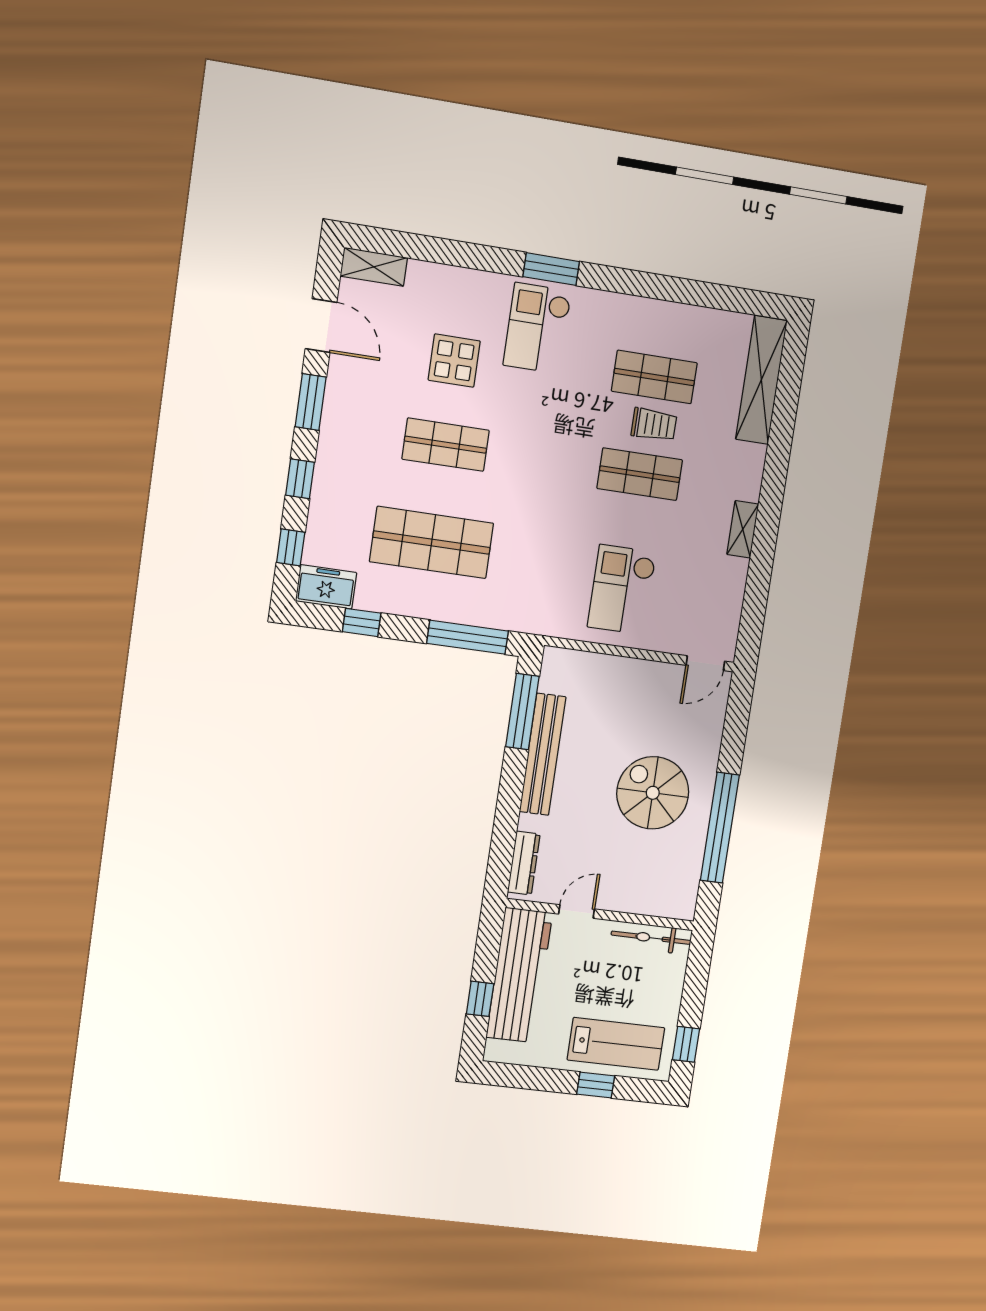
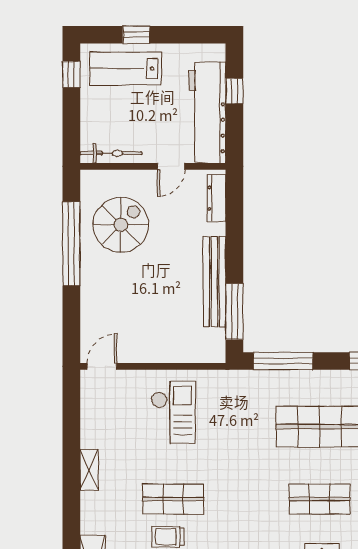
spiral stairs: (653, 793) -> (121, 225), moved, turned -90

